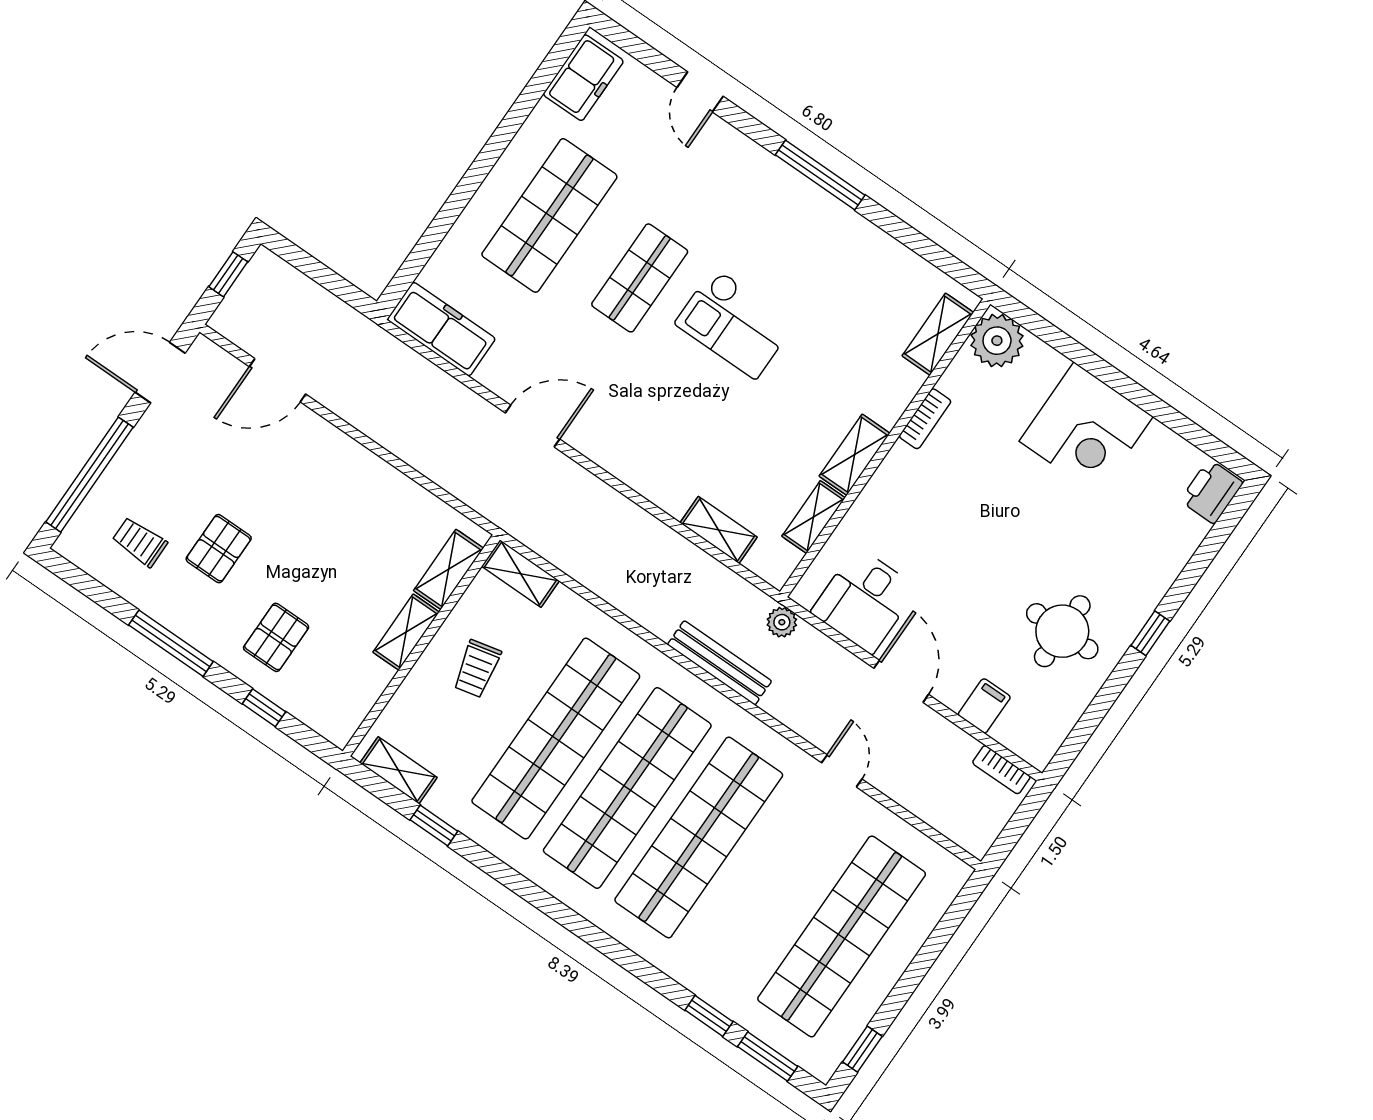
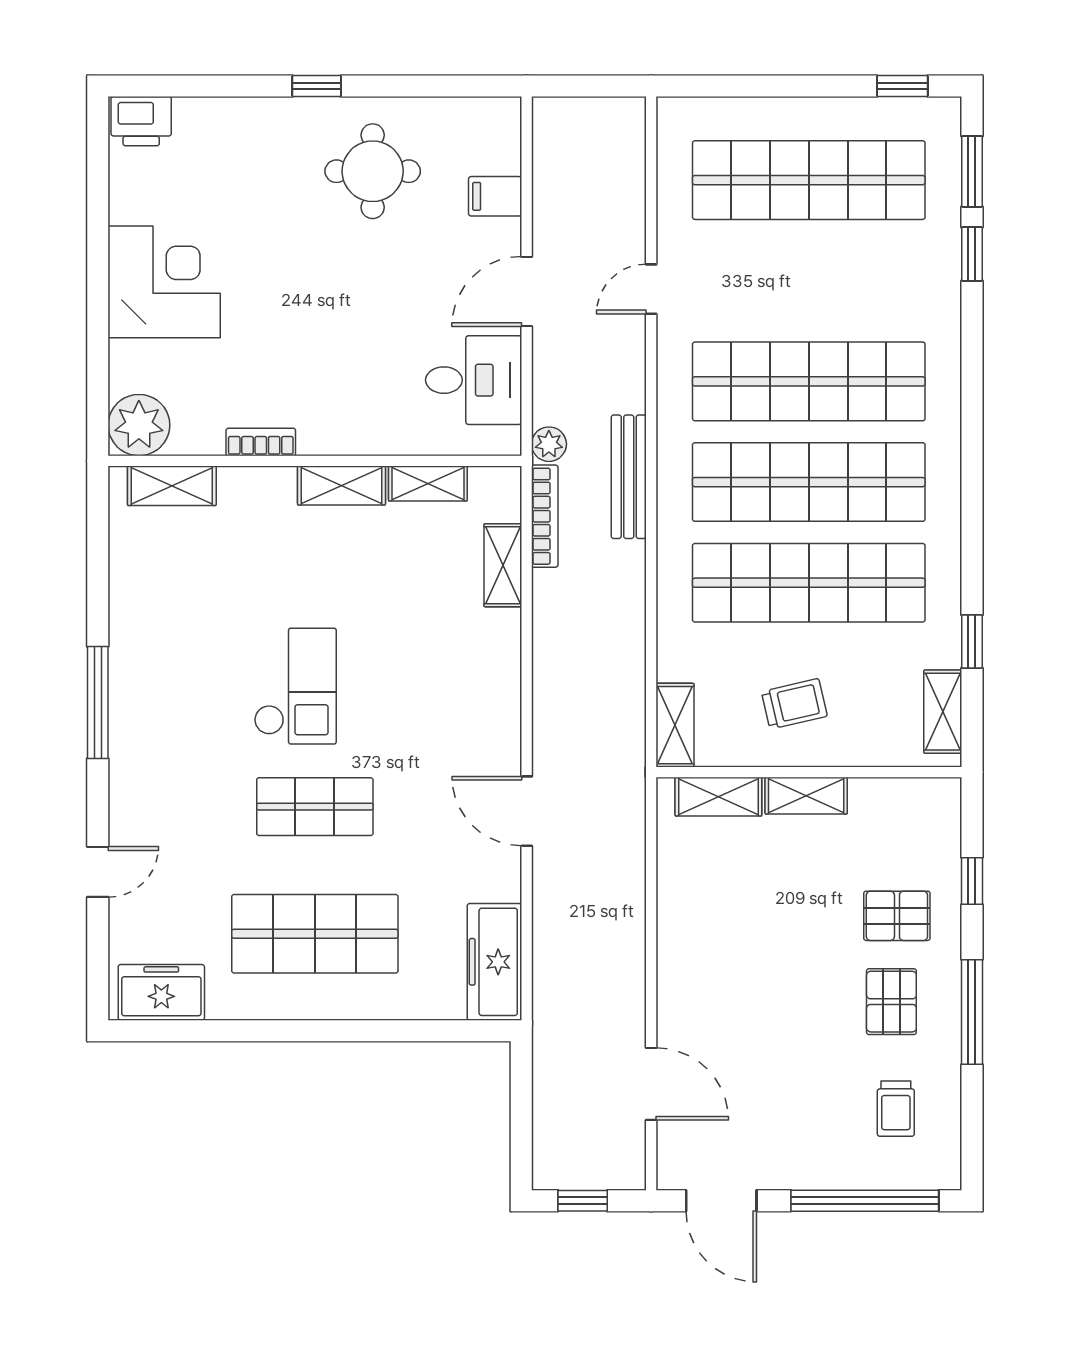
pallet: (219, 549) -> (891, 1002), moved, turned 90
bookcase: (1001, 770) -> (545, 516), moved, width x1.56

